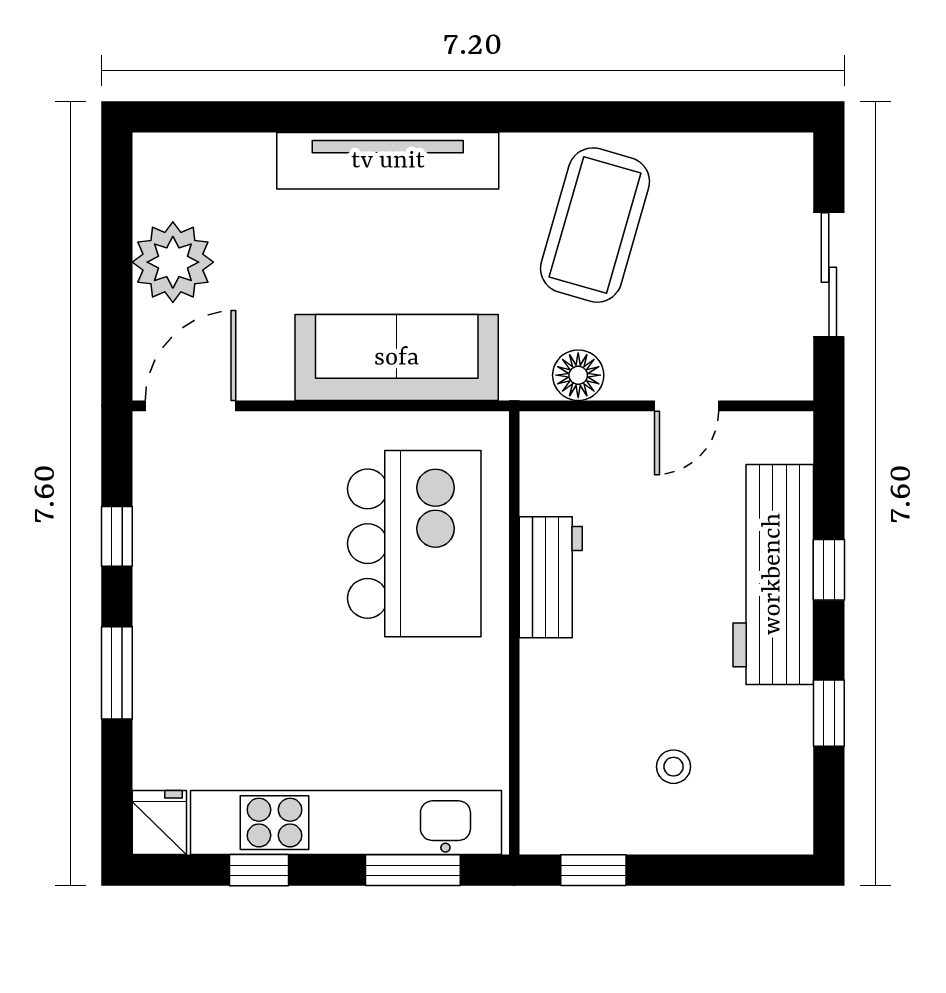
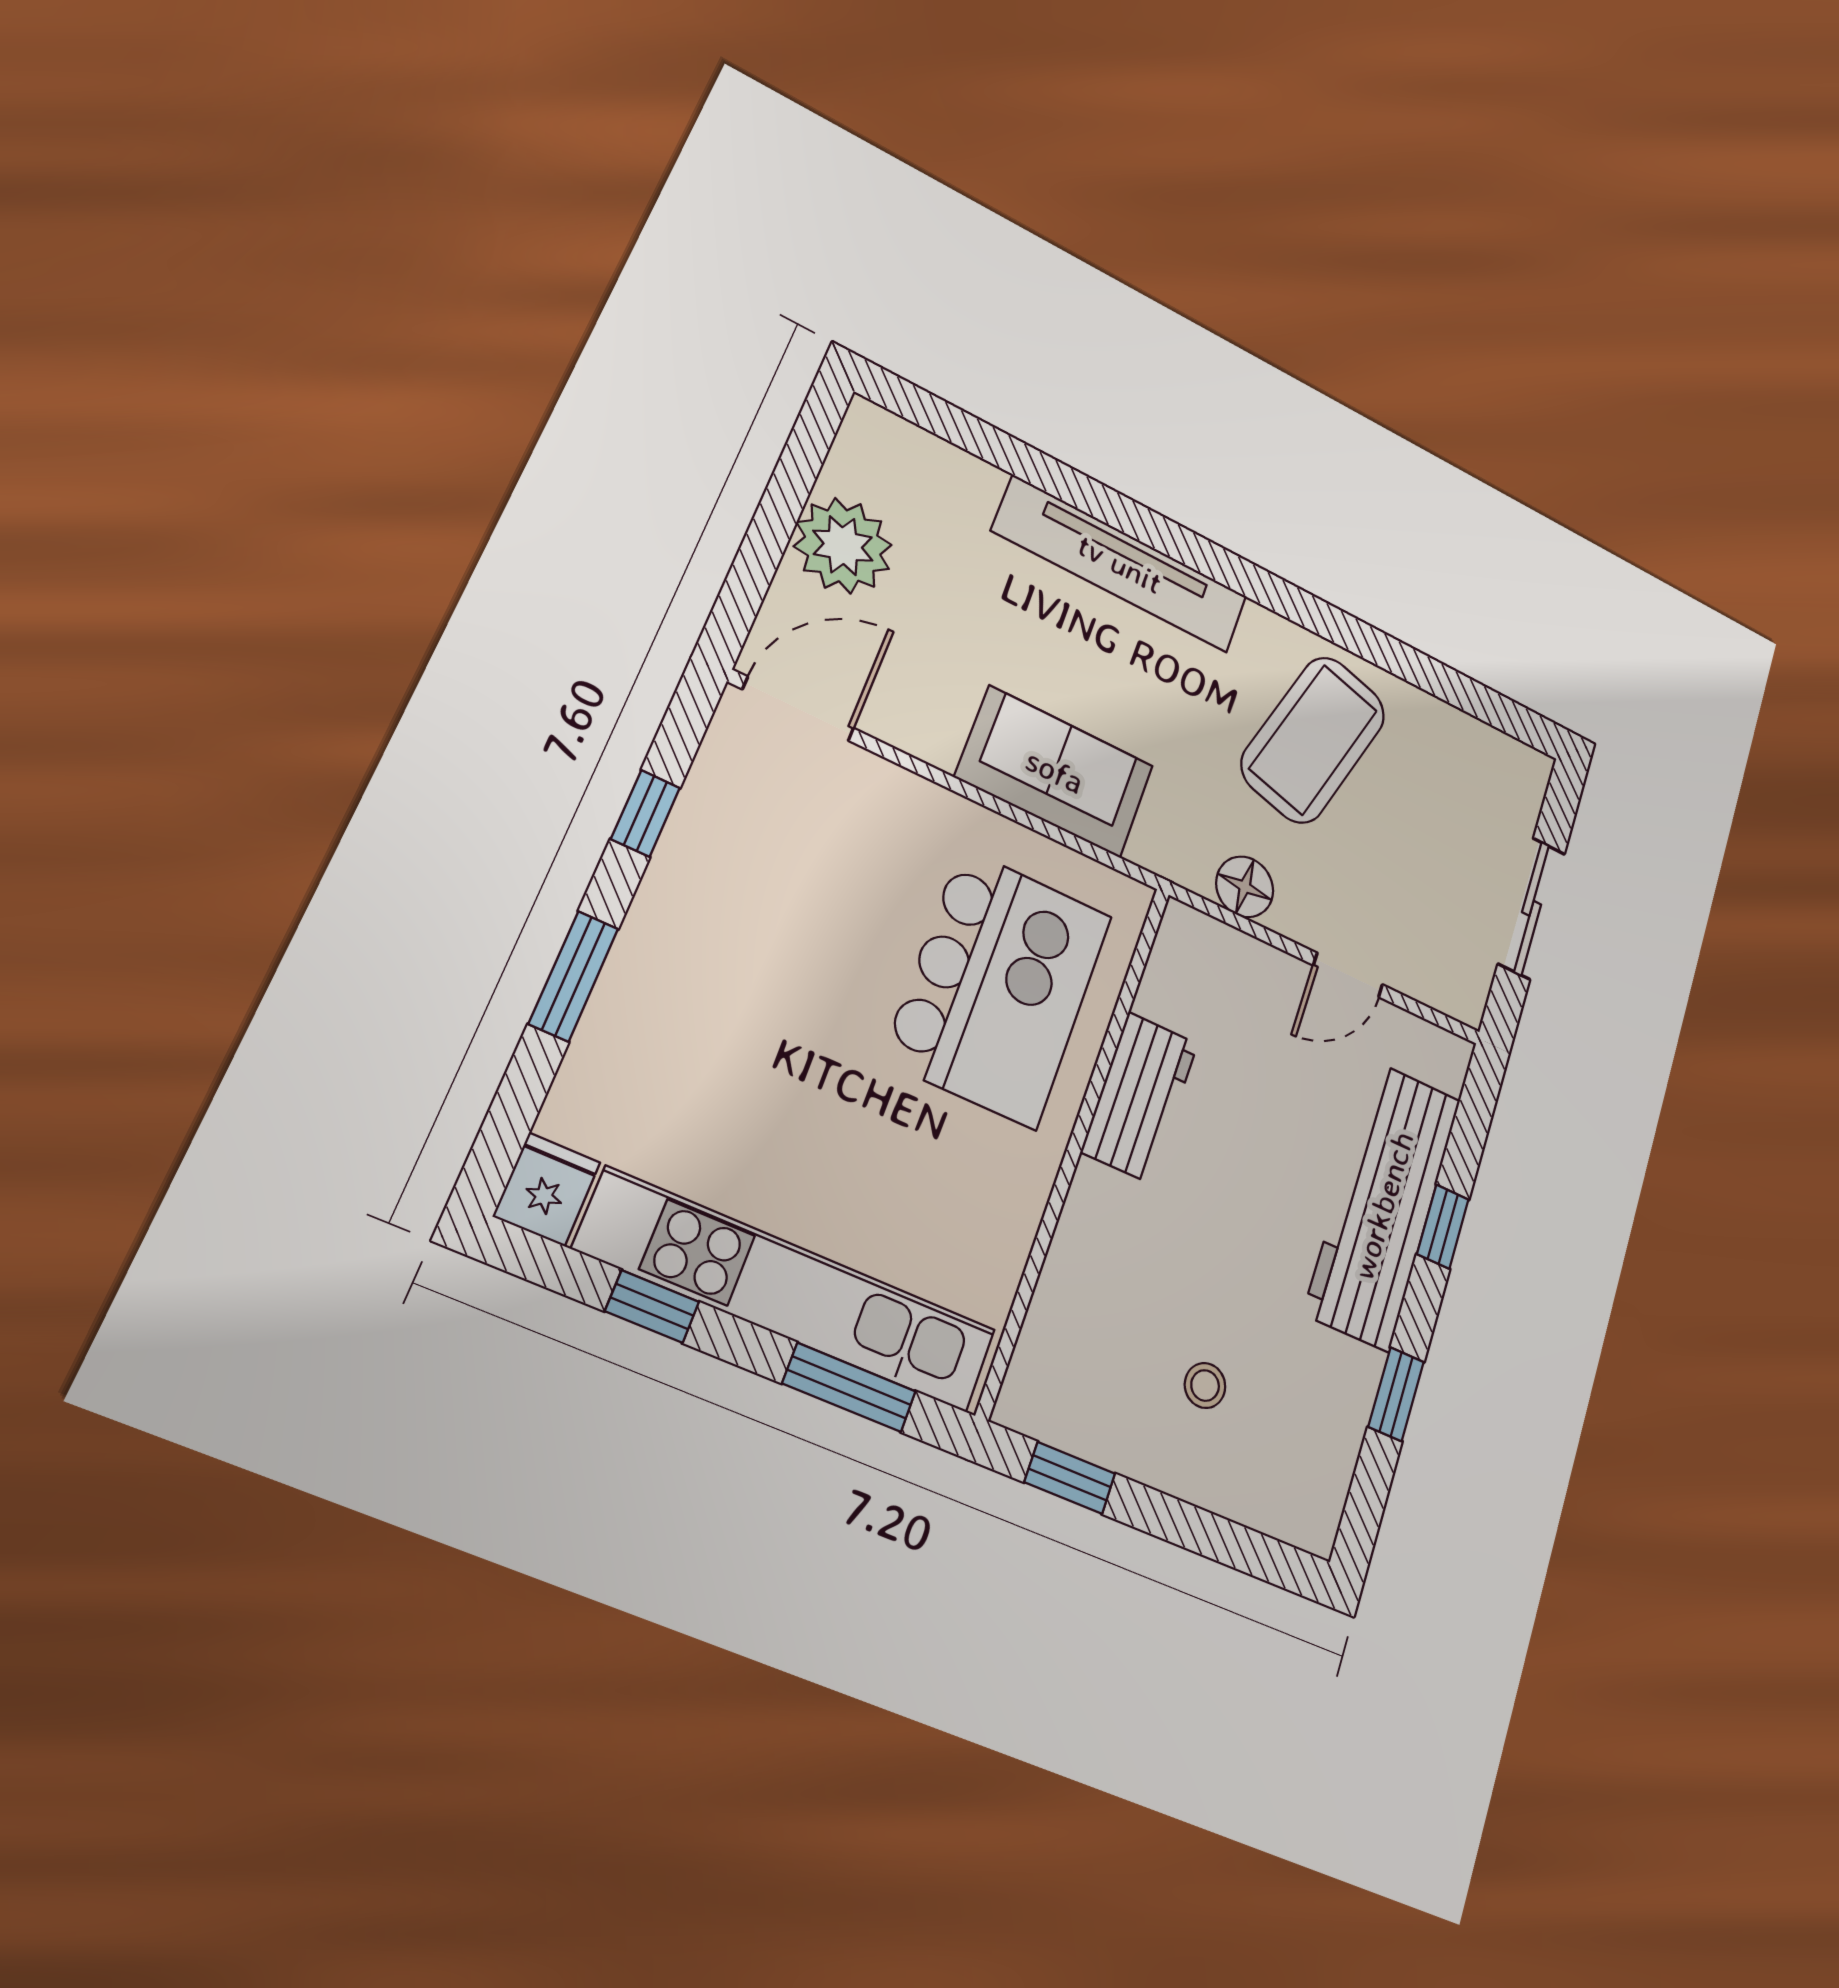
sofa: (397, 358) -> (1055, 771), width x0.73

